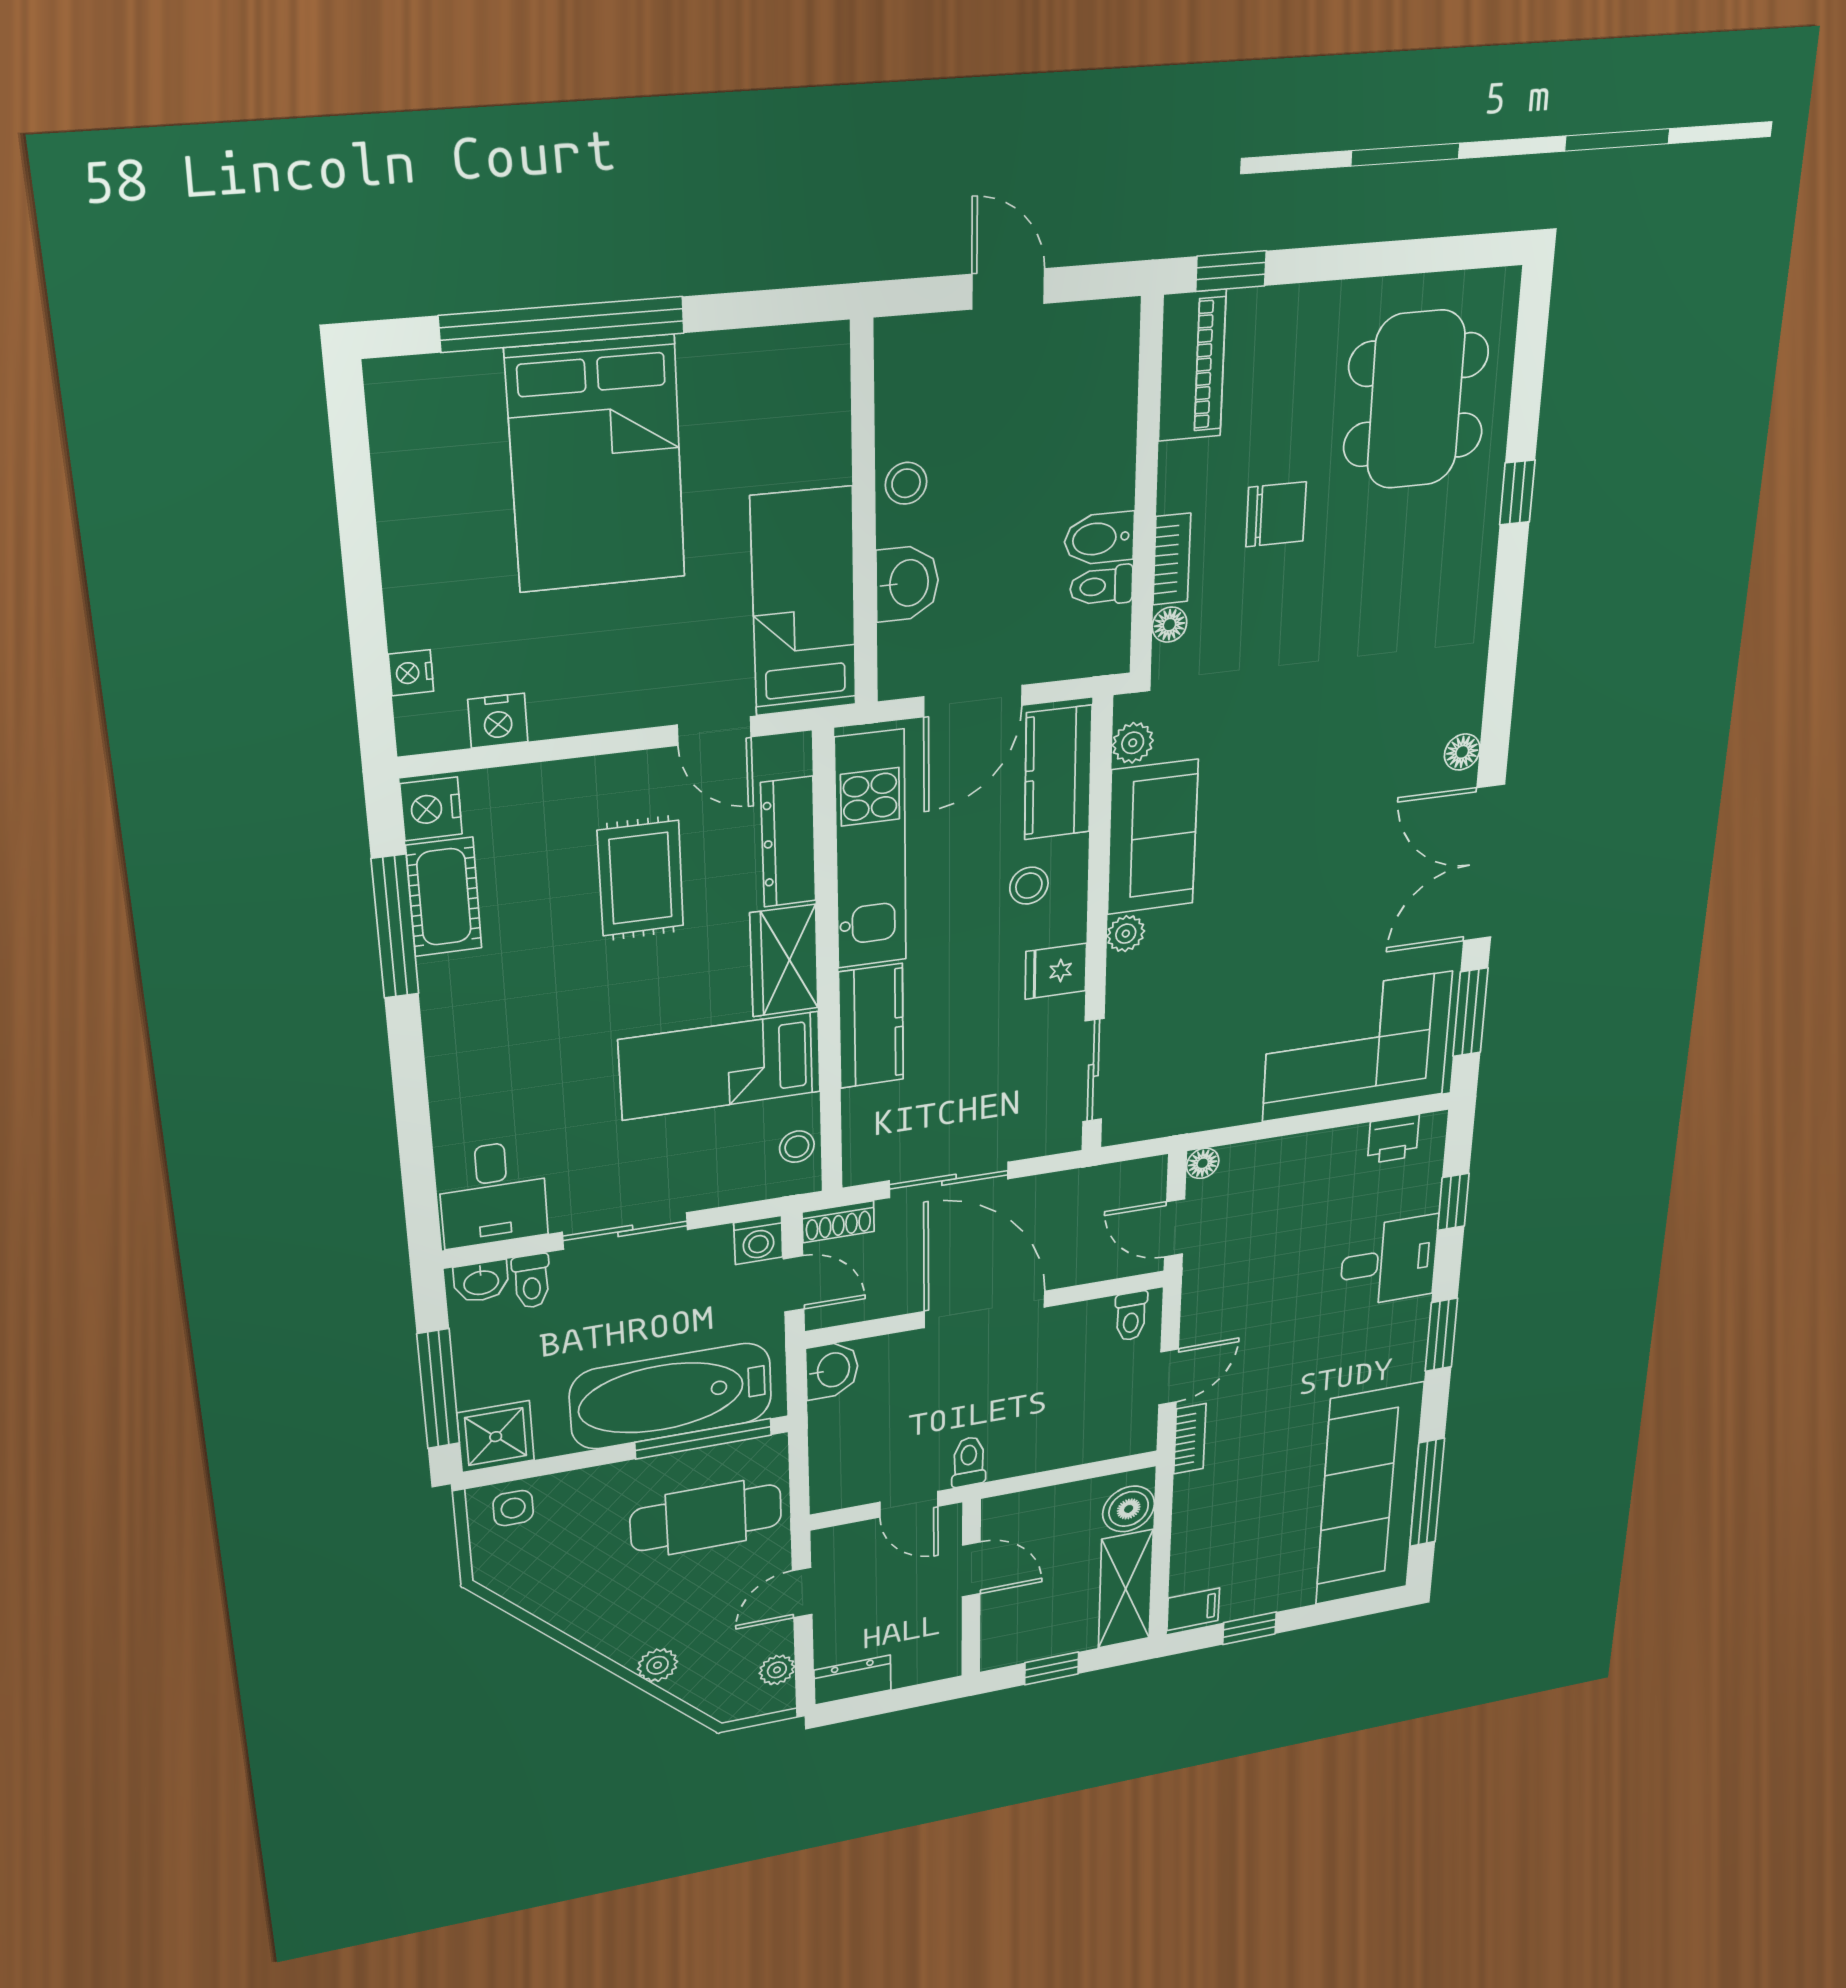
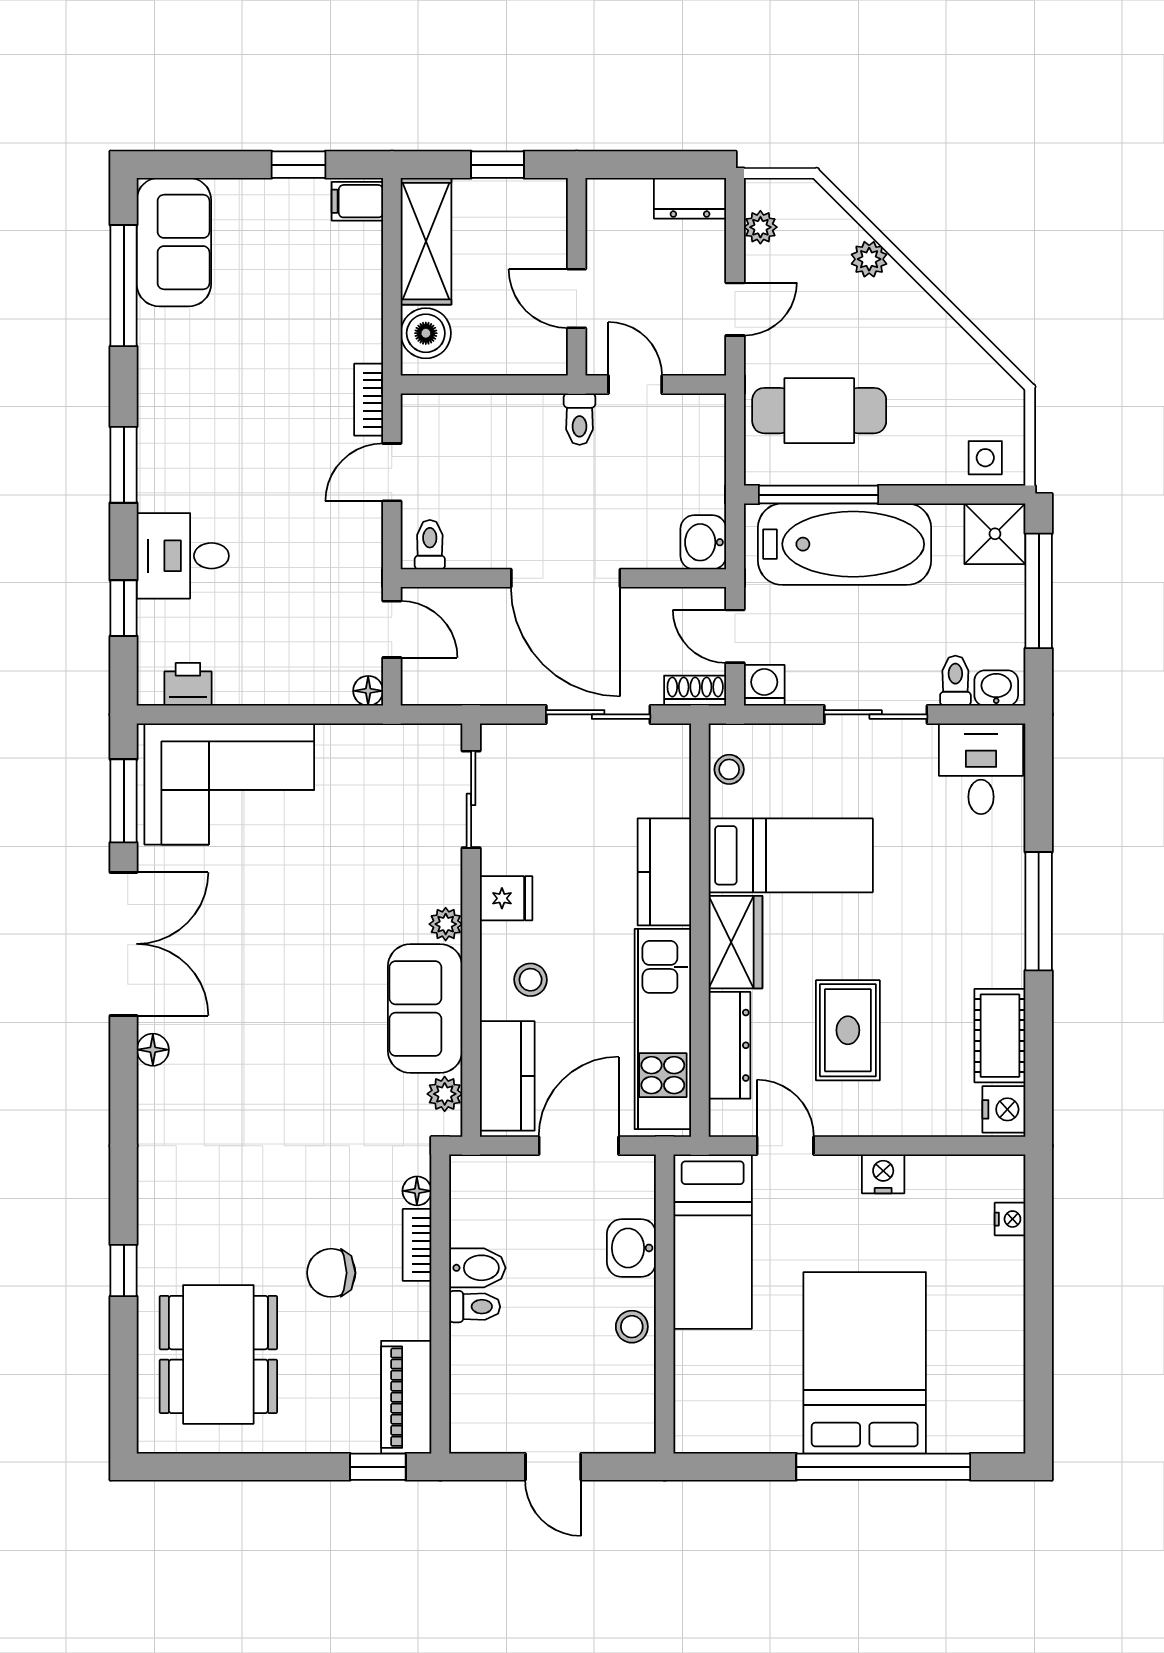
toilet: (1101, 586) -> (475, 1307), moved
nightstand: (498, 721) -> (883, 1174), moved
window: (395, 927) -> (1039, 911), moved
sofa: (1369, 1494) -> (174, 242), width x0.54, depth x0.79

